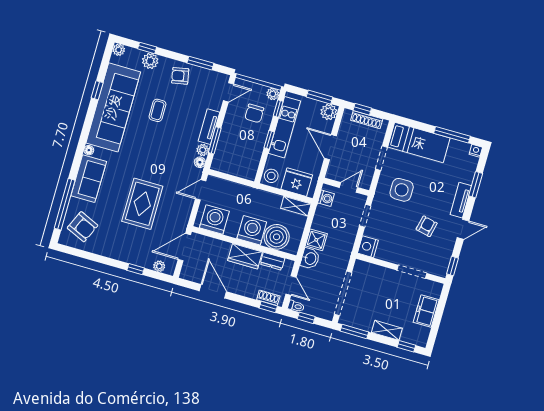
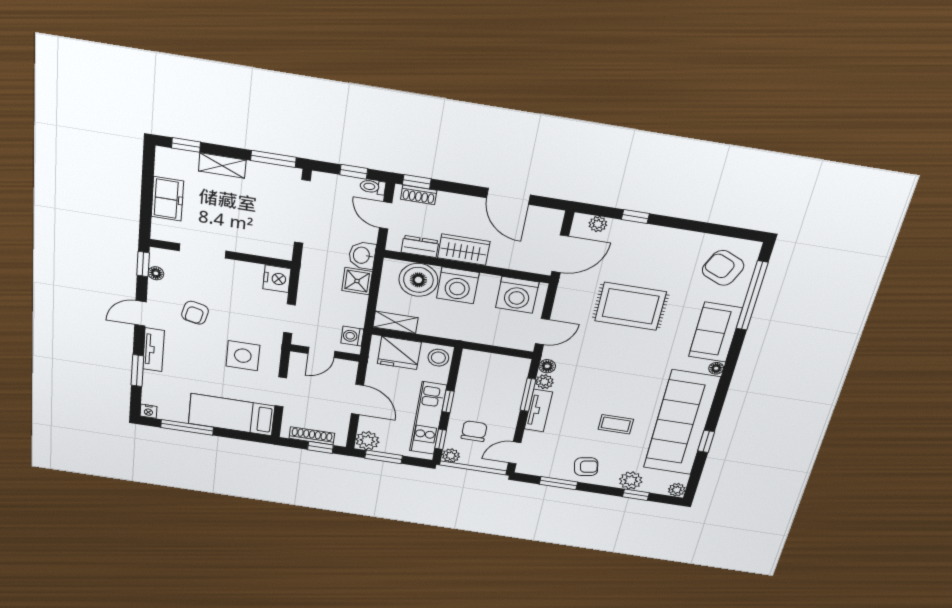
coffee table: (158, 110) -> (616, 424), turned 90
rug: (142, 204) -> (630, 306), turned 90
floor lamp: (446, 258) -> (156, 273), added

